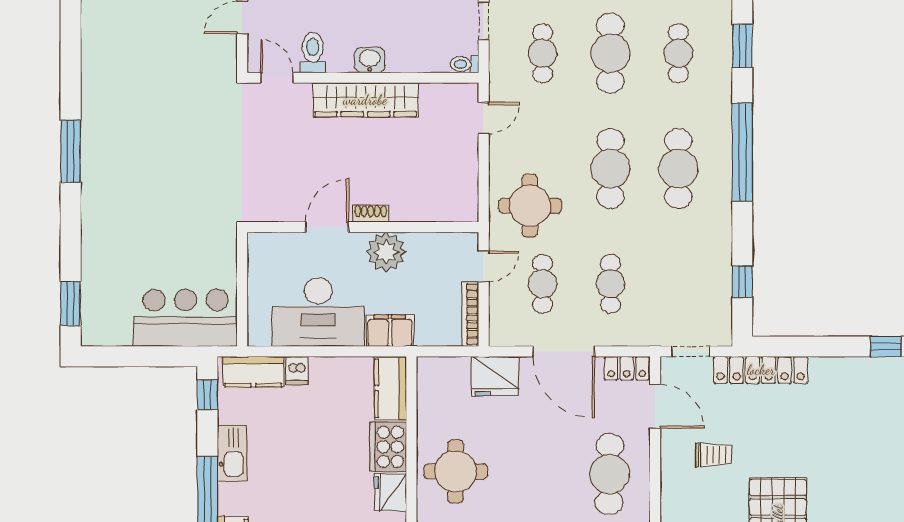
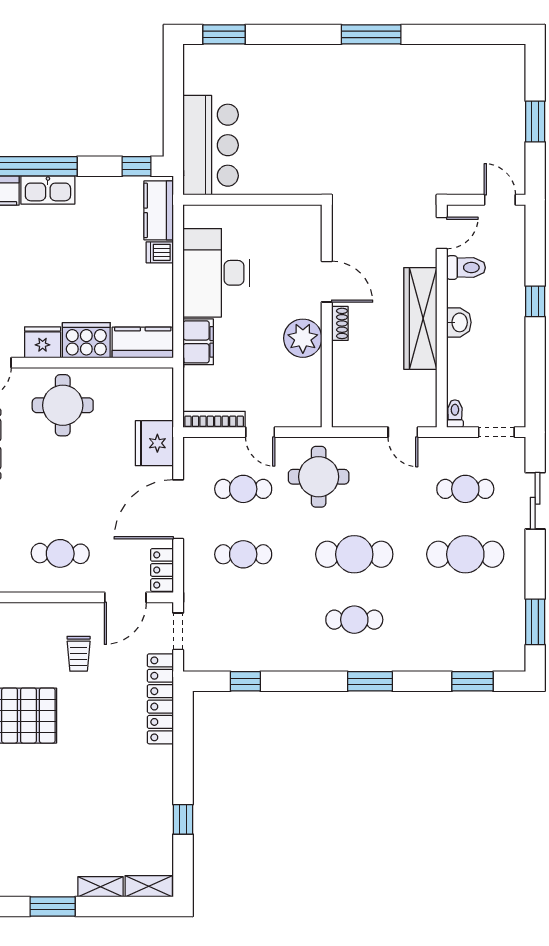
cafe table: (678, 53) -> (465, 620), removed
window: (742, 152) -> (370, 681), width x0.47
cafe table: (678, 169) -> (354, 620), width x0.73, depth x0.74
shoe rack: (371, 213) -> (340, 323), moved
door: (327, 227) -> (327, 282), moved
wall: (363, 227) -> (327, 316), moved
plant: (386, 252) -> (303, 338), moved
kitchen sink: (232, 453) -> (48, 190), moved
cafe table: (610, 474) -> (60, 553), width x0.73, depth x0.74

